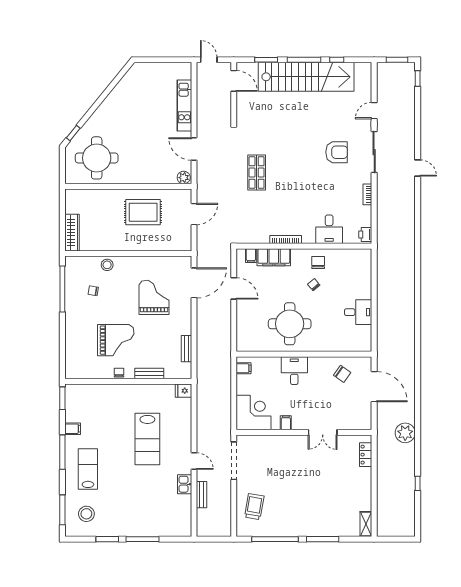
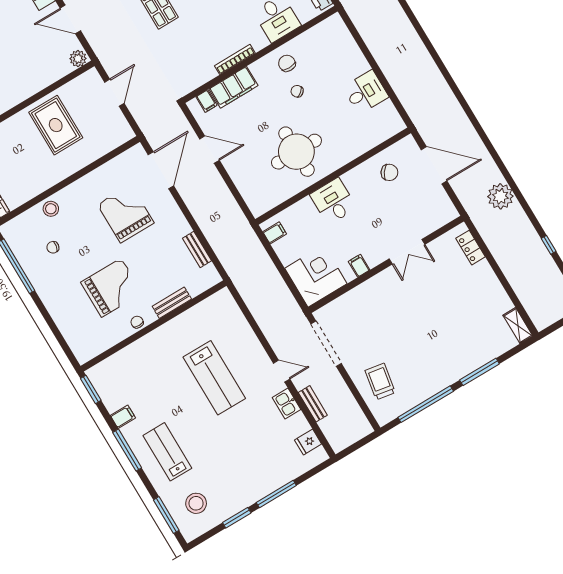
rug: (143, 212) -> (56, 125), turned 90
fridge: (183, 391) -> (308, 442), moved

